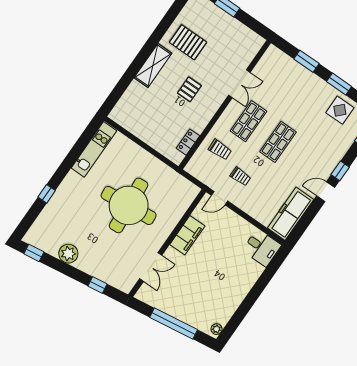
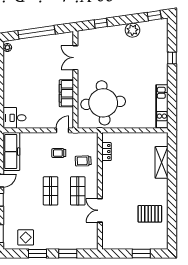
shelving: (153, 66) -> (162, 162), moved
pallet: (189, 89) -> (128, 185), removed
round table: (129, 205) -> (103, 103), moved

